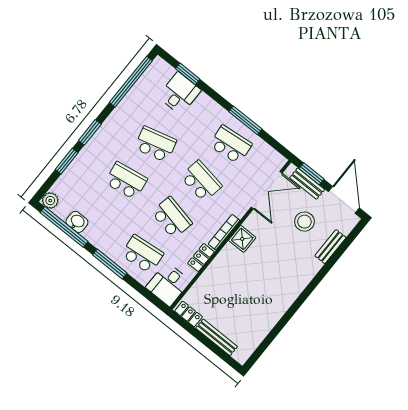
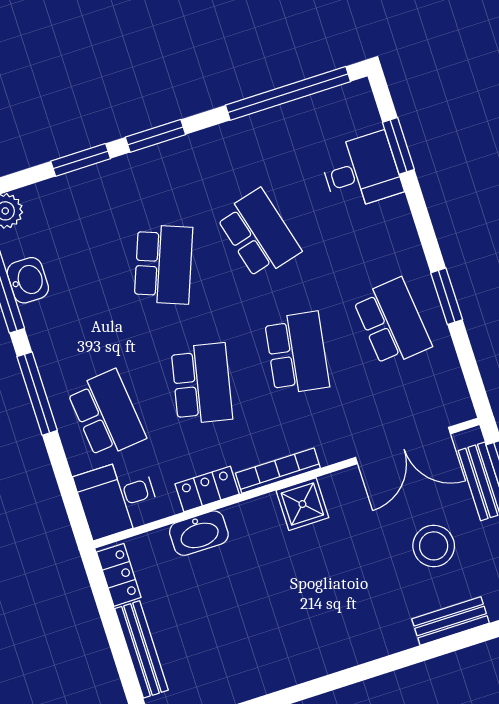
window: (245, 120) -> (447, 296), width x0.69
school desk: (126, 181) -> (163, 264), turned 30
washbasin: (209, 277) -> (199, 533), added

